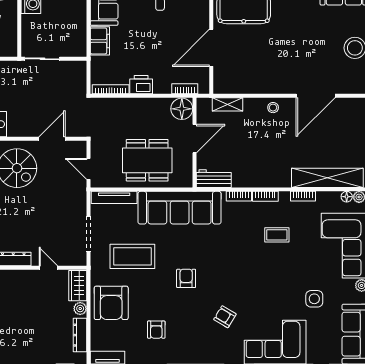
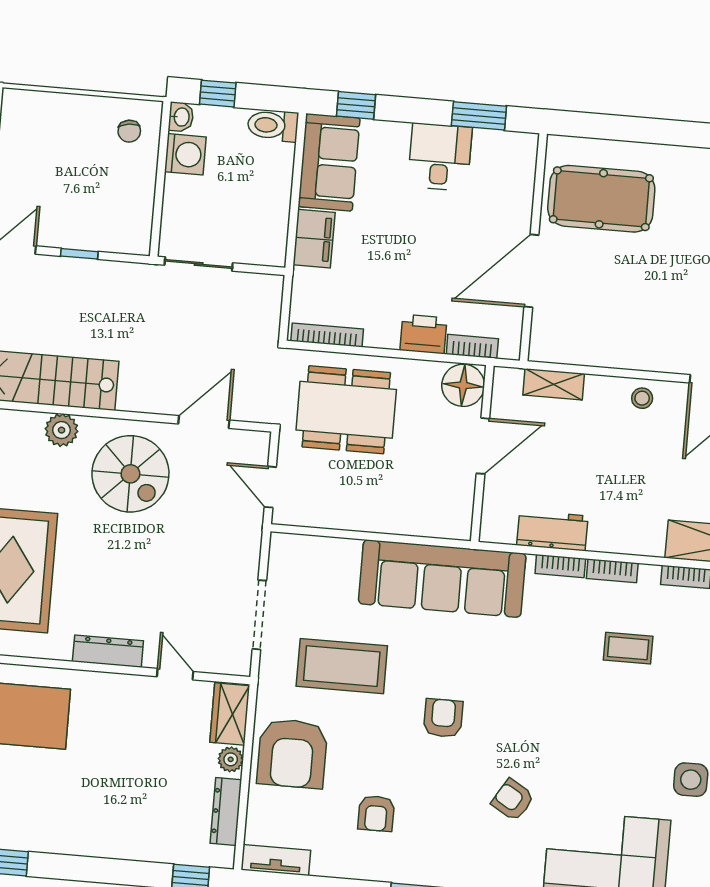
printer: (141, 85) -> (423, 334), moved
dining table: (147, 160) -> (346, 410), moved
workbench: (214, 179) -> (552, 531), moved
tv unit: (114, 197) -> (316, 547), removed

